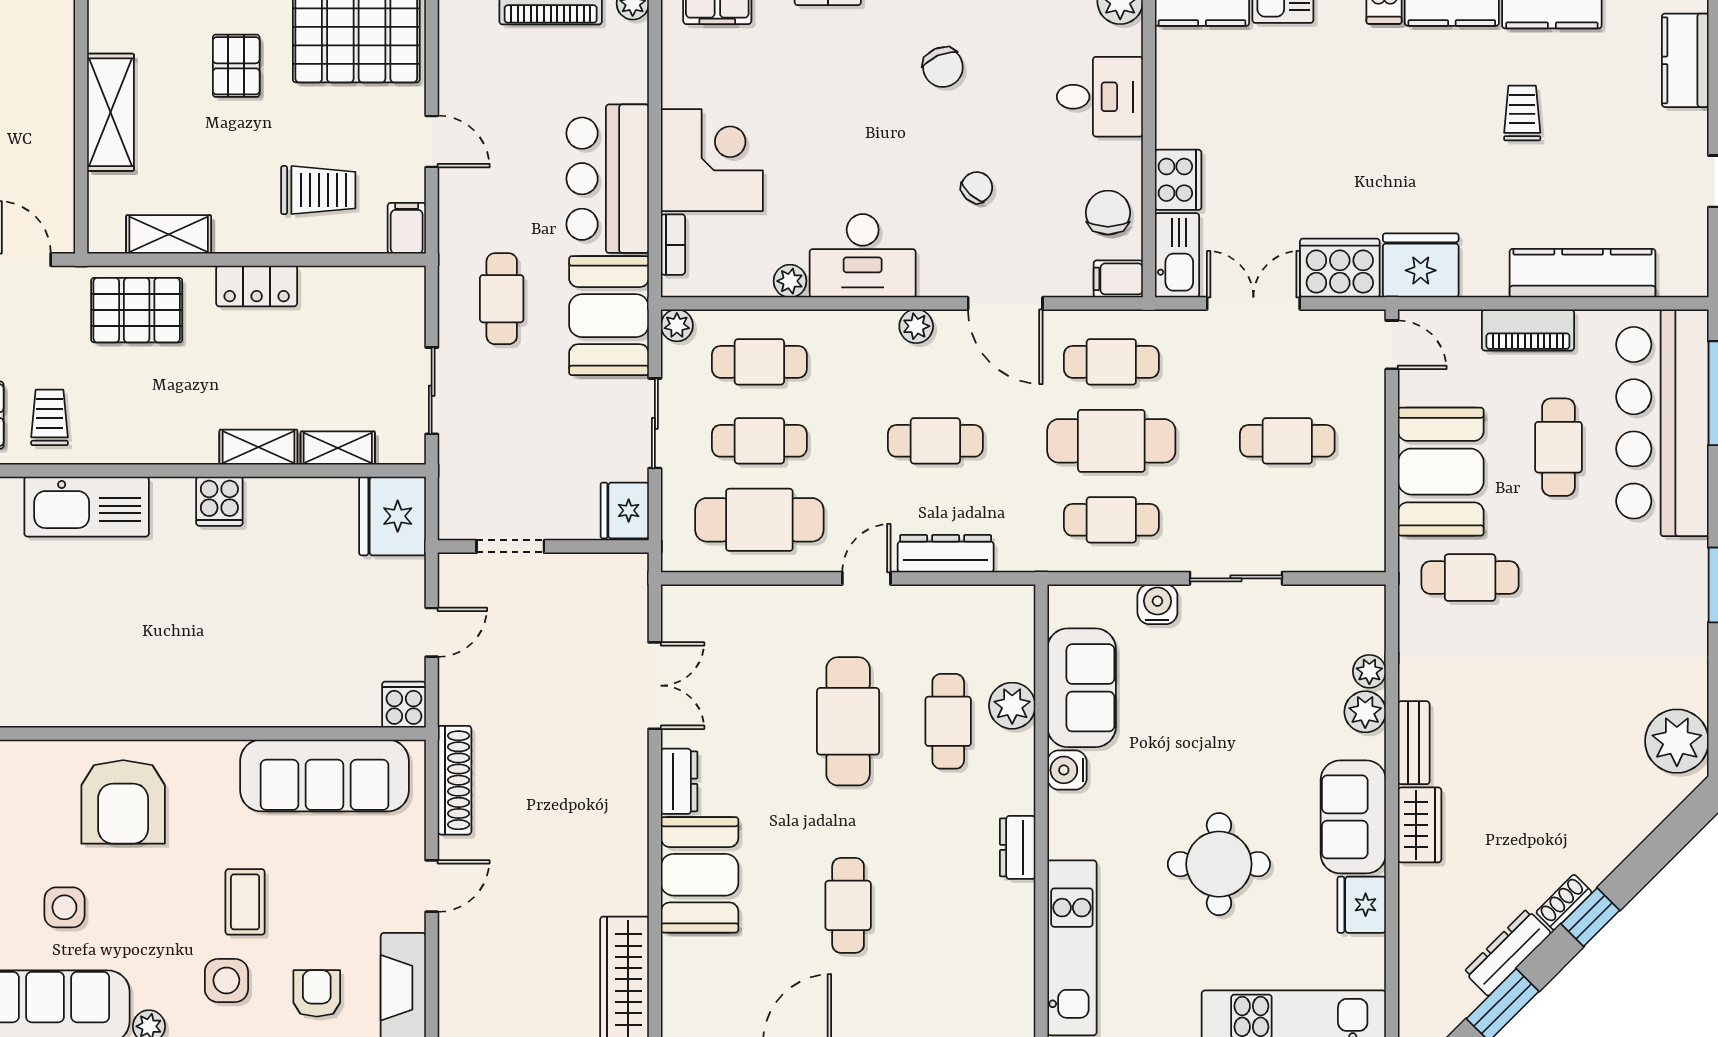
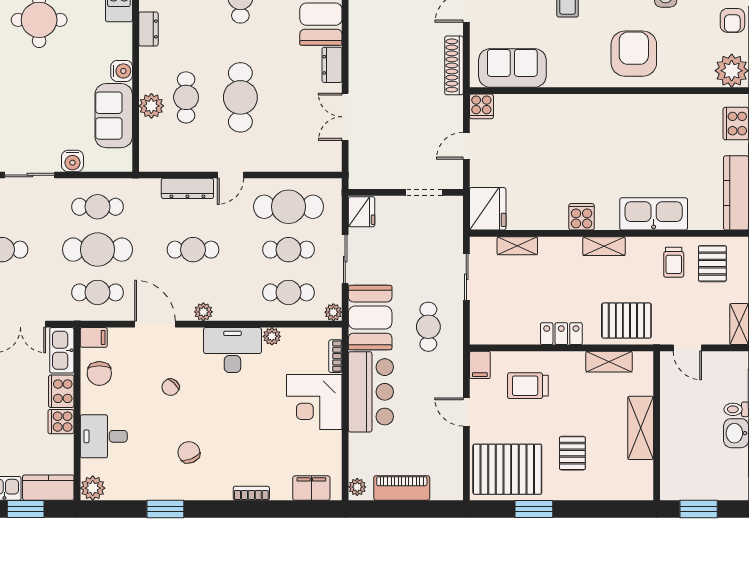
cooker: (1179, 124) -> (61, 422), added
shelving: (258, 447) -> (604, 246), moved
sofa: (325, 776) -> (512, 68), width x0.73

